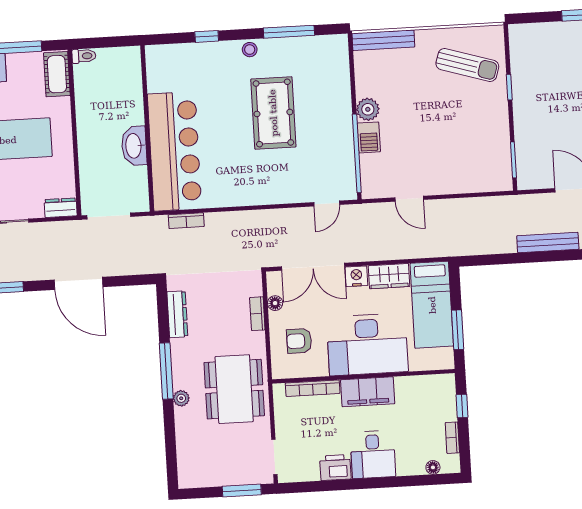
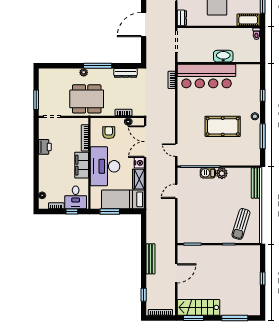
washbasin: (134, 146) -> (223, 56), moved
desk: (373, 454) -> (76, 197), moved, turned -90

